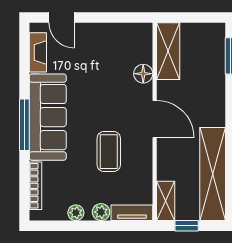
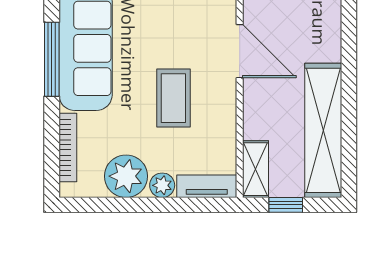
plant: (76, 213) -> (126, 176), width x1.88, depth x1.88

